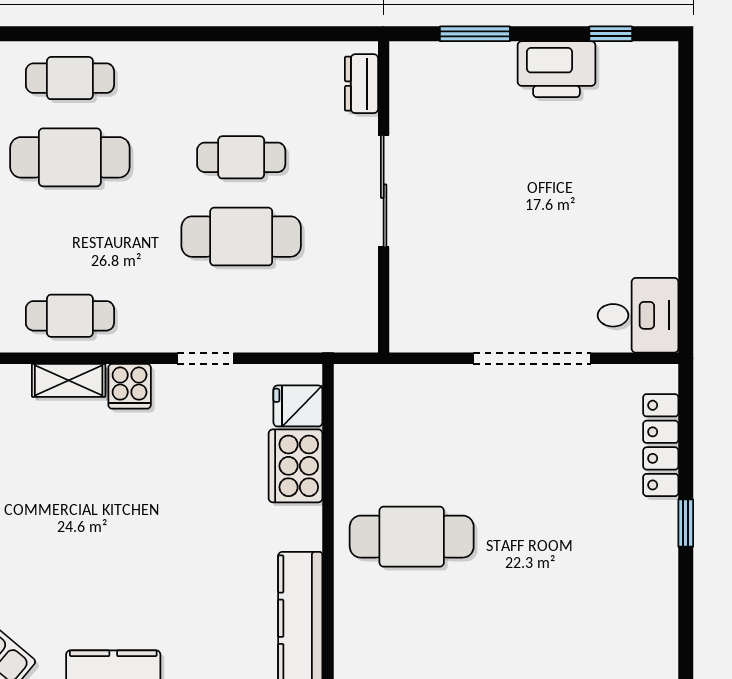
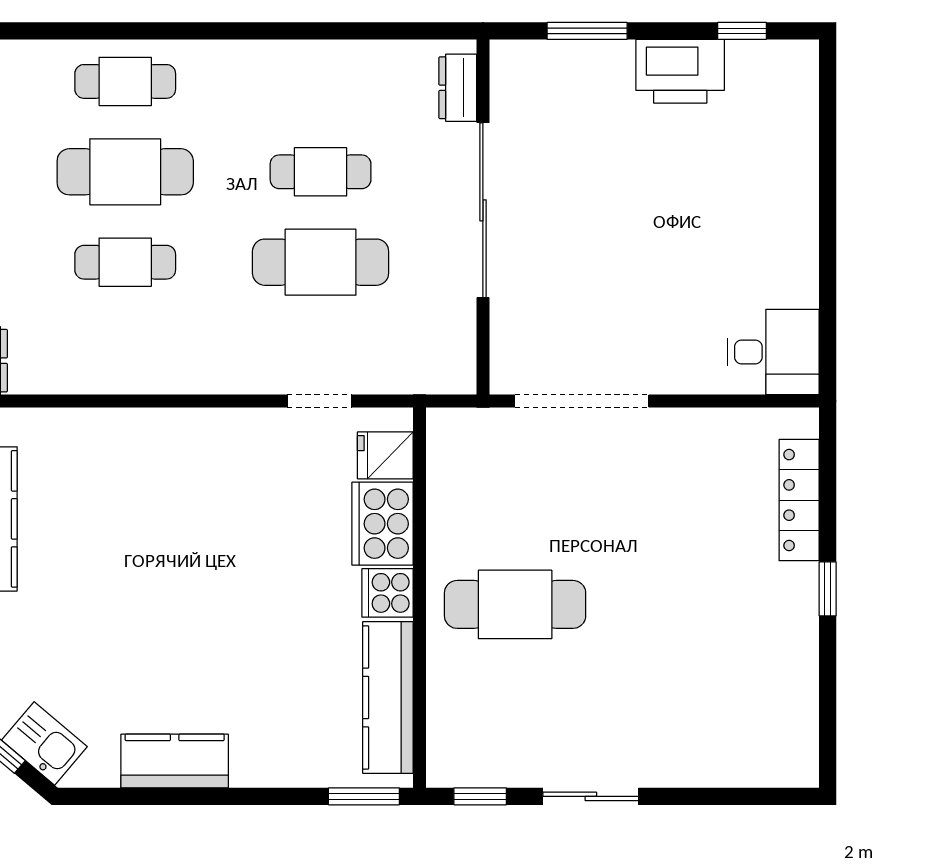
sliding door: (384, 191) -> (483, 210), width x1.36
cafe table: (70, 316) -> (125, 262), moved
doorway: (206, 358) -> (319, 401), moved
doorway: (532, 358) -> (582, 401), moved
shelving: (69, 380) -> (124, 426), removed
cooker: (130, 386) -> (388, 593), moved, turned 90

